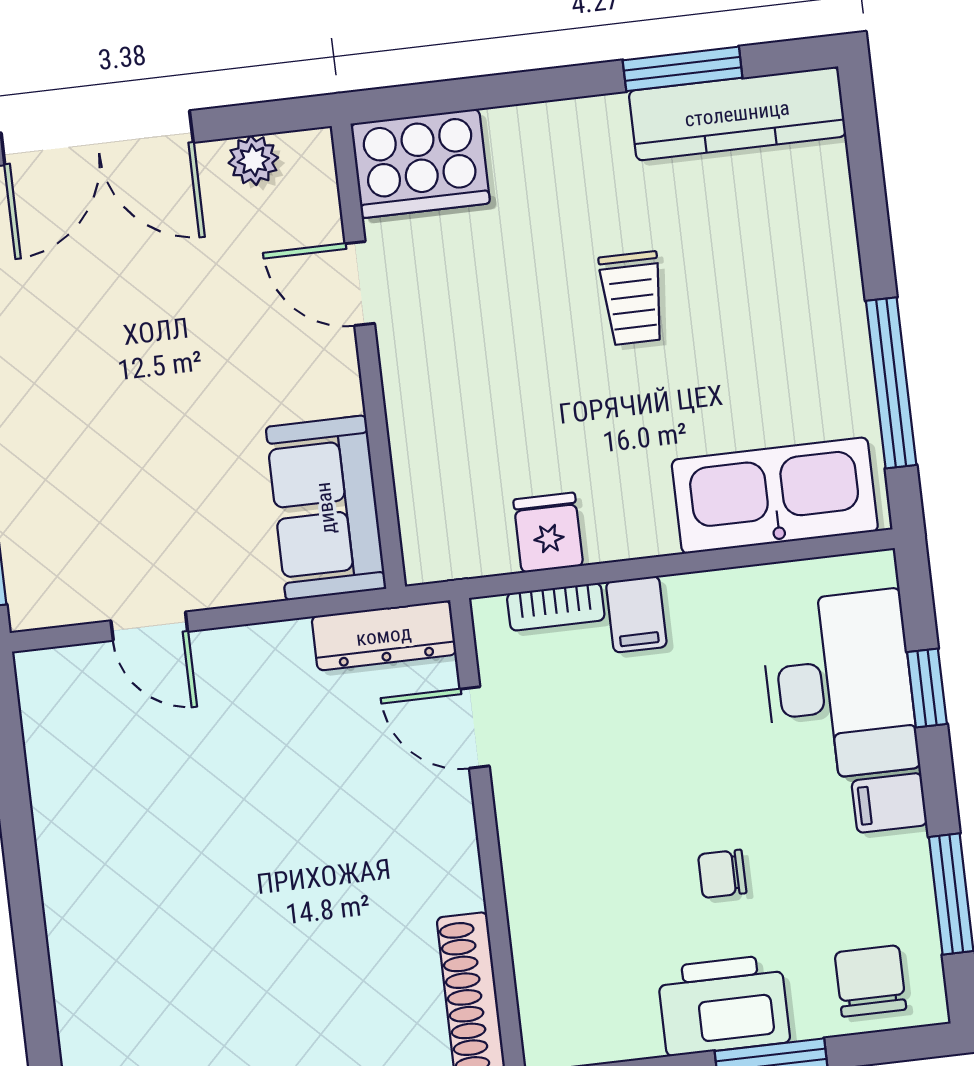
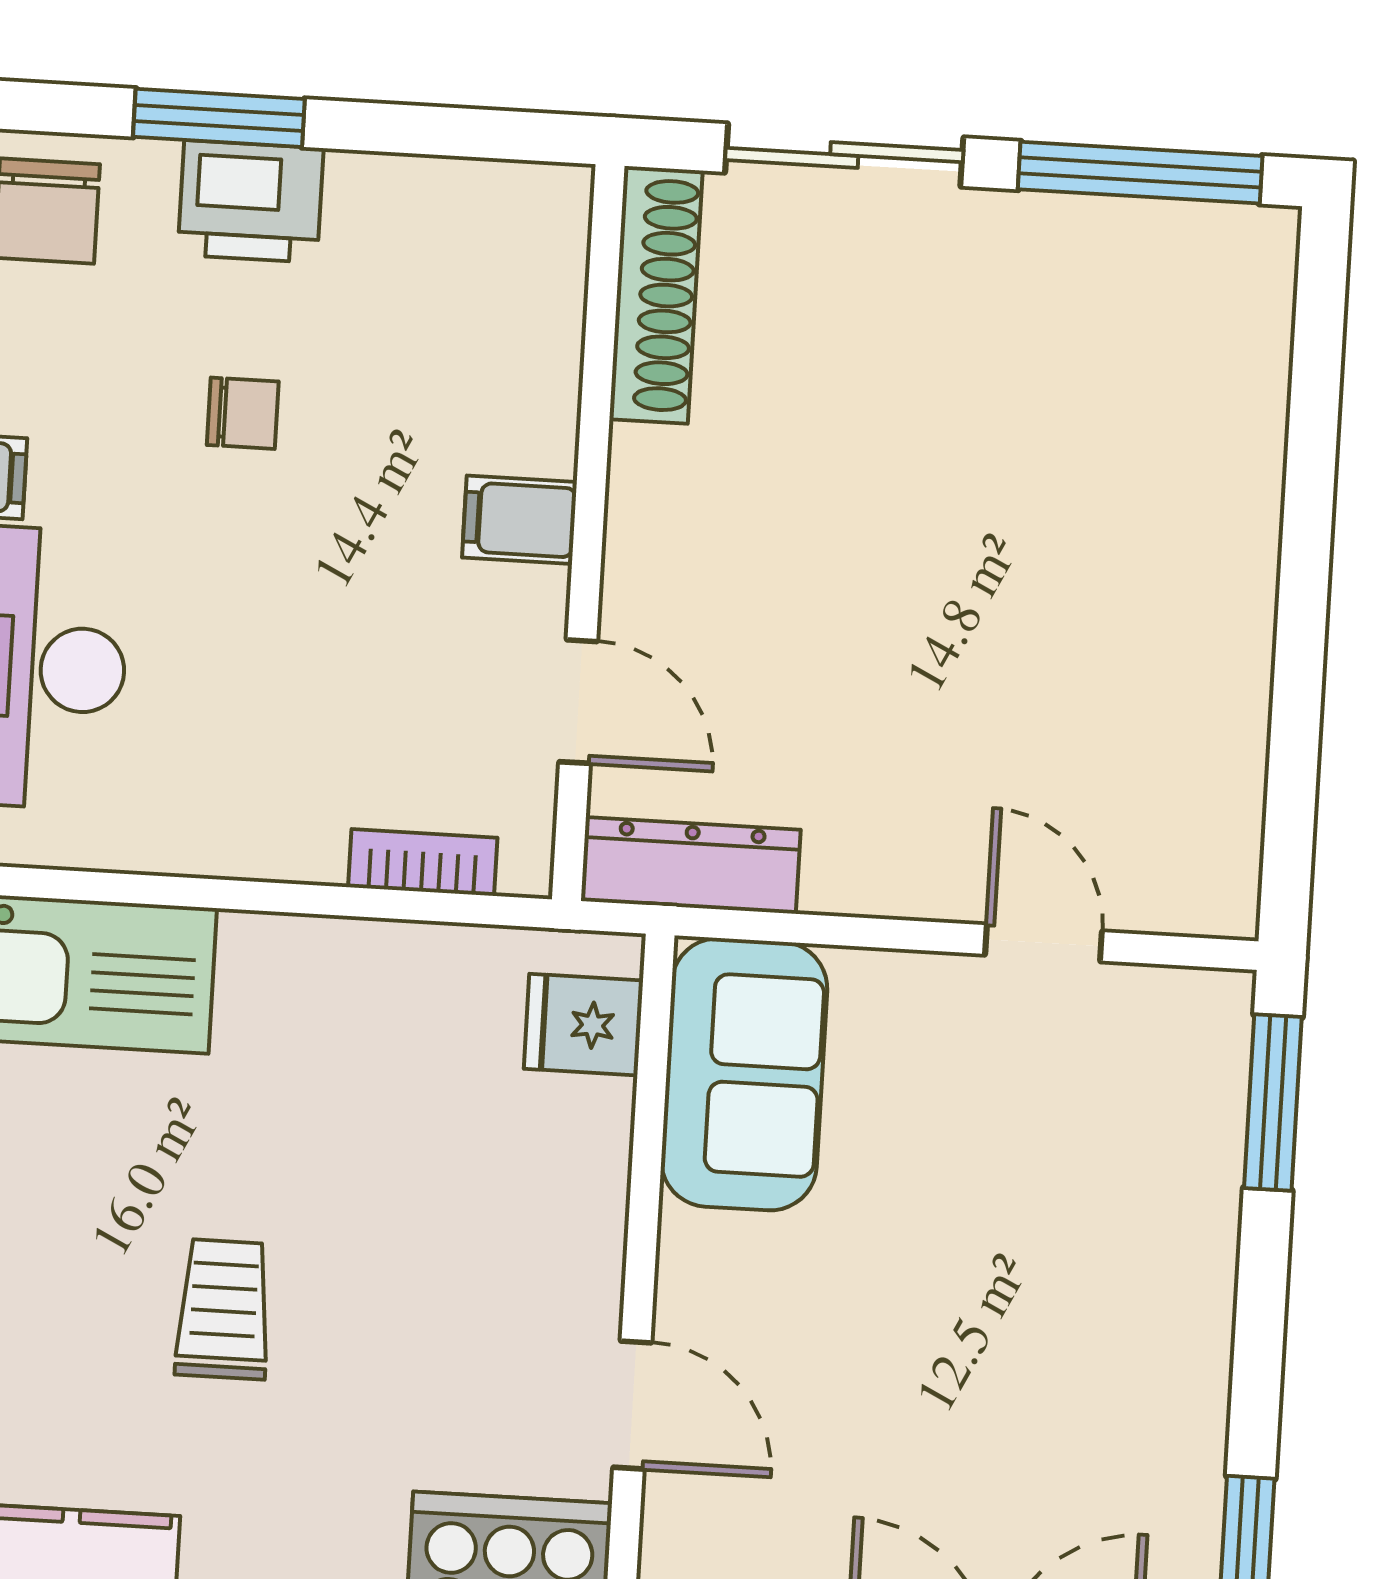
fridge: (548, 533) -> (583, 1025), moved, turned 90
filing cabinet: (636, 614) -> (519, 520), moved, turned -90
printer: (724, 1005) -> (251, 201), width x0.73, depth x0.84

